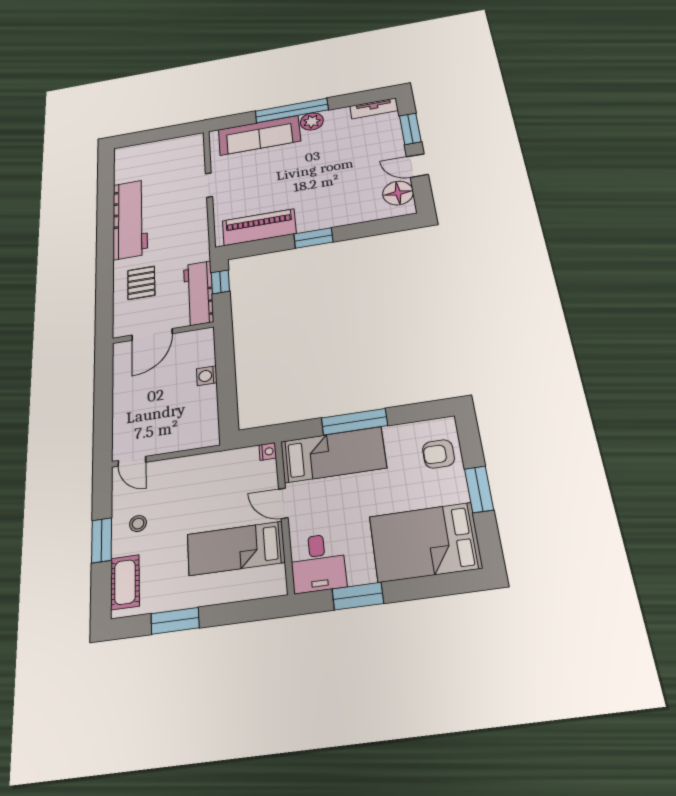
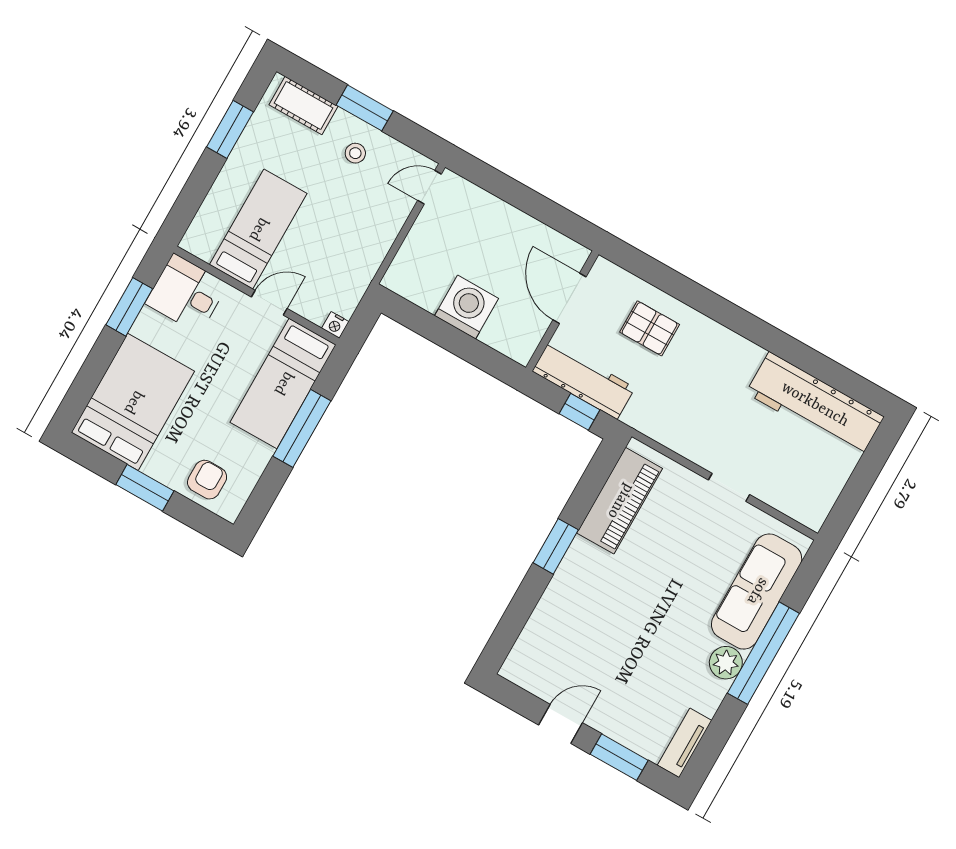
floor lamp: (398, 193) -> (541, 676), removed
workbench: (130, 219) -> (815, 405), moved
washing machine: (207, 376) -> (467, 307), width x1.89, depth x1.89

